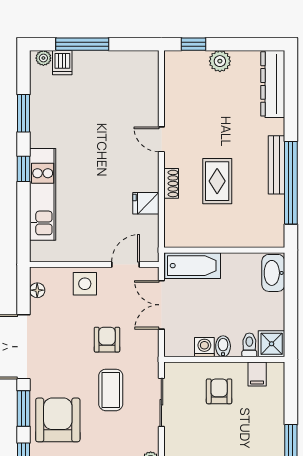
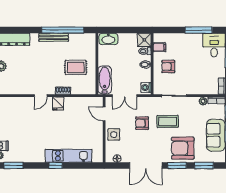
window: (23, 113) -> (13, 166), moved
rug: (217, 181) -> (76, 67), moved
fridge: (146, 203) -> (58, 104), moved
washing machine: (204, 347) -> (146, 88), moved

